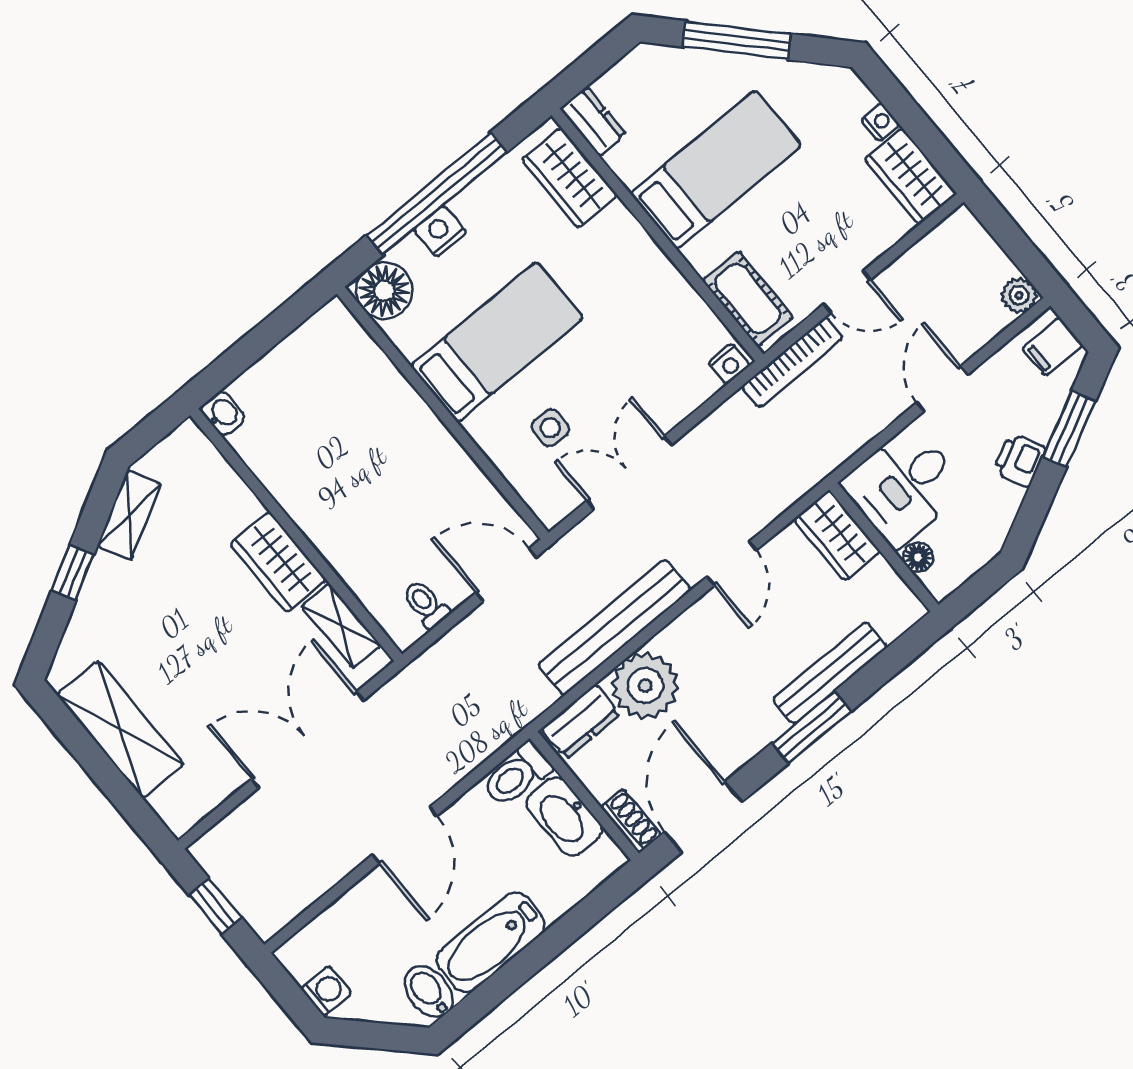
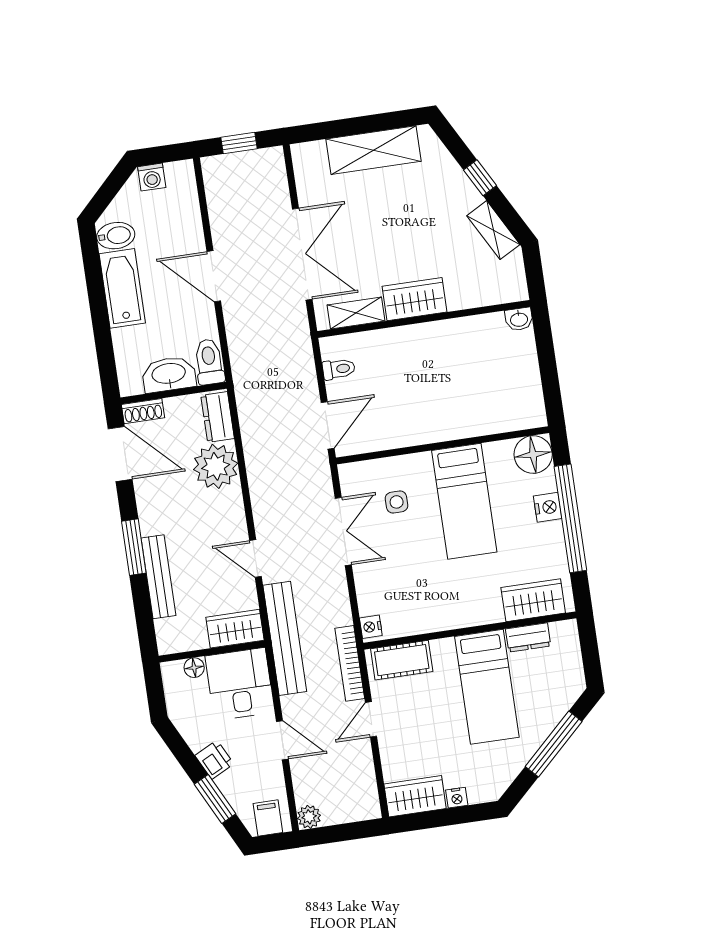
dresser: (593, 121) -> (528, 637), moved
bench: (615, 627) -> (285, 638), moved

